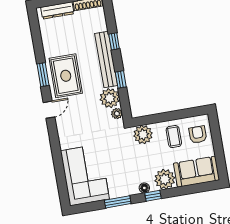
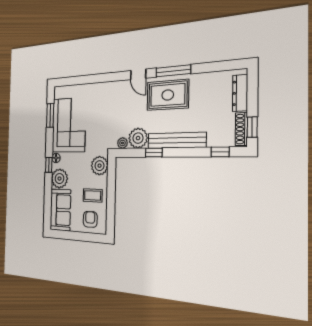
window: (114, 41) -> (220, 152), moved
window: (43, 75) -> (173, 71), width x1.44
armchair: (198, 135) -> (90, 219), turned -90
corner sofa: (85, 175) -> (69, 125), moved, turned -90
window: (118, 202) -> (50, 115), moved

